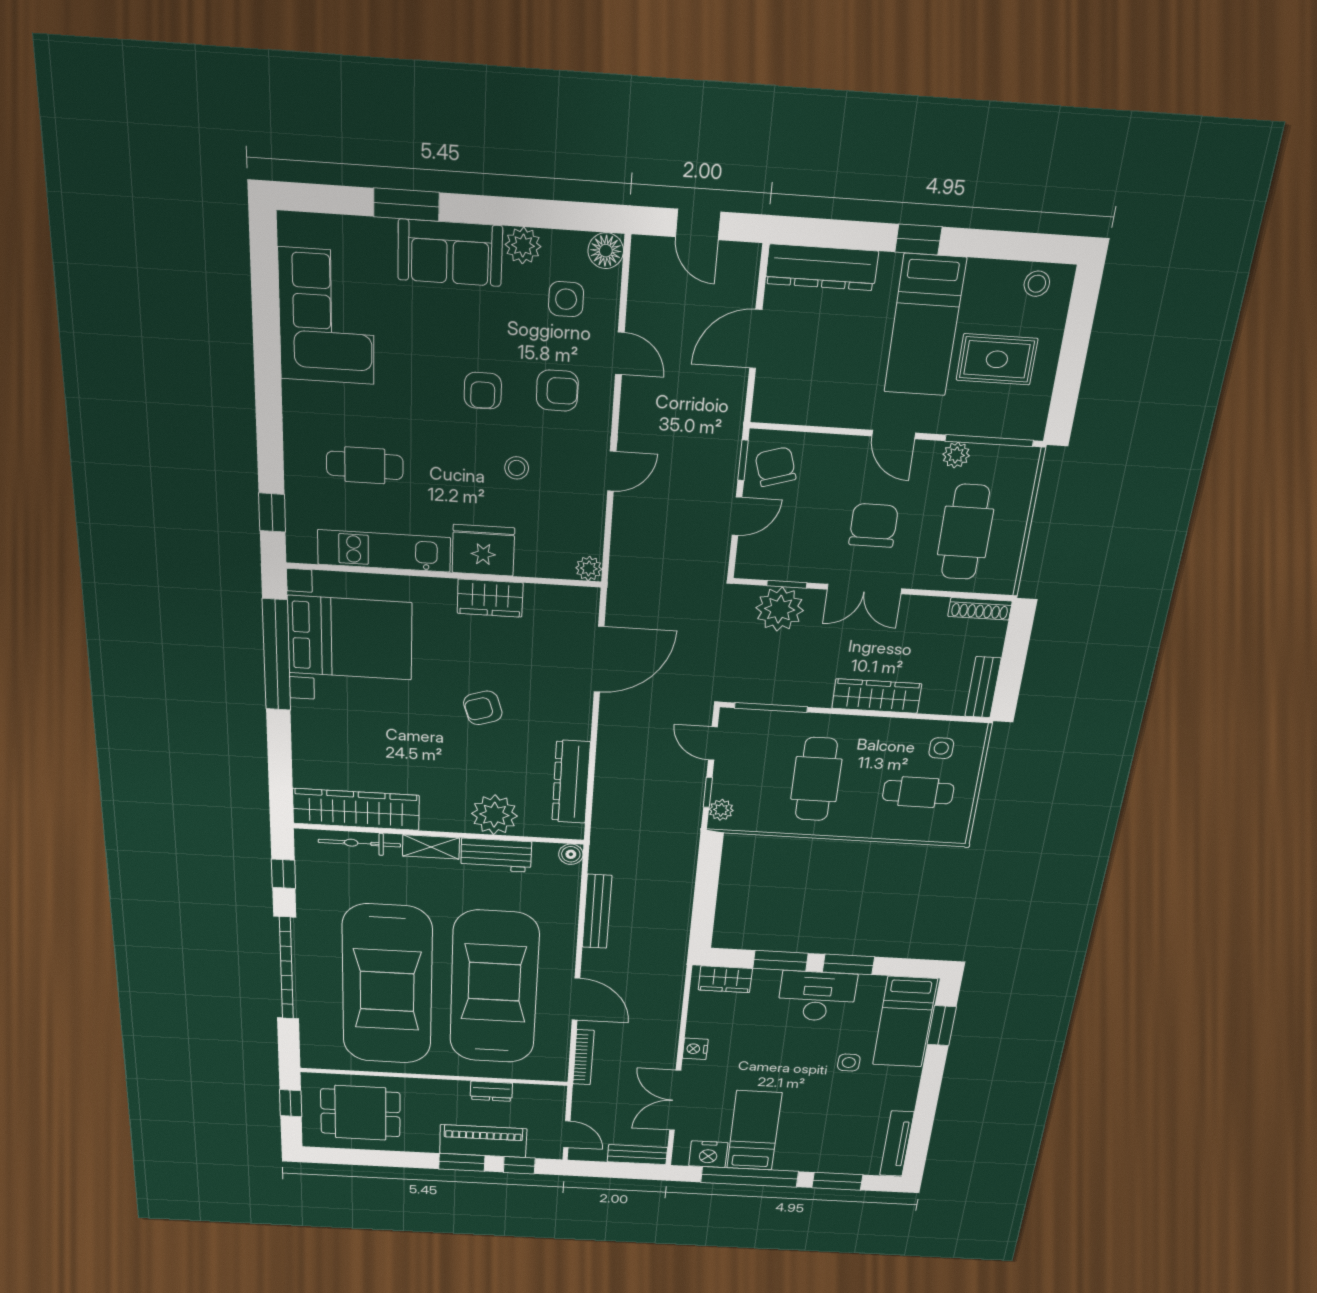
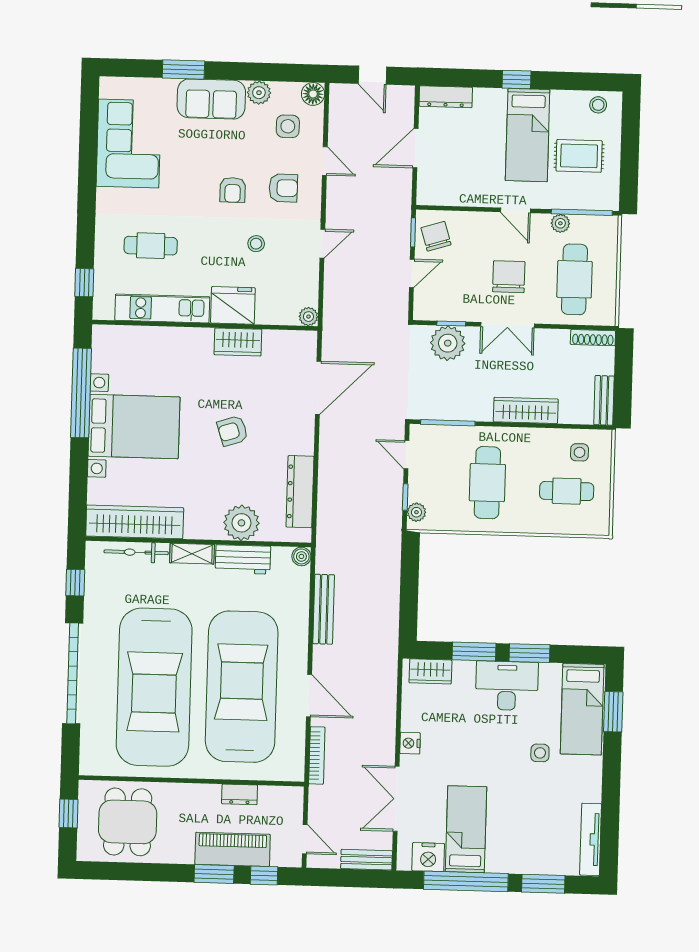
dresser: (822, 267) -> (446, 97), width x0.73, depth x0.80
bed with nightstands: (350, 638) -> (134, 427), moved
dining table: (360, 1113) -> (128, 822), turned 90

